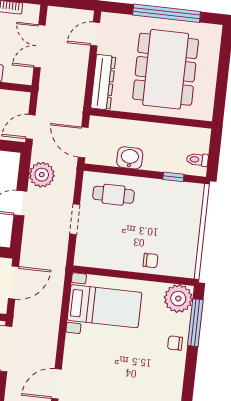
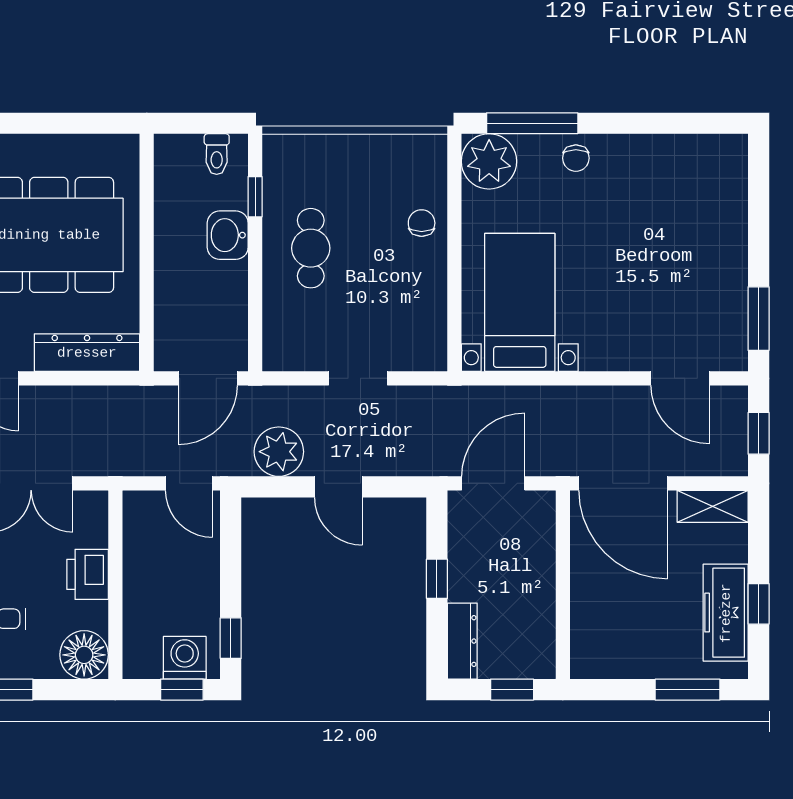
washbasin: (130, 158) -> (228, 235), moved
cafe table: (113, 195) -> (311, 248), moved
door: (13, 283) -> (493, 483), hinge flipped

